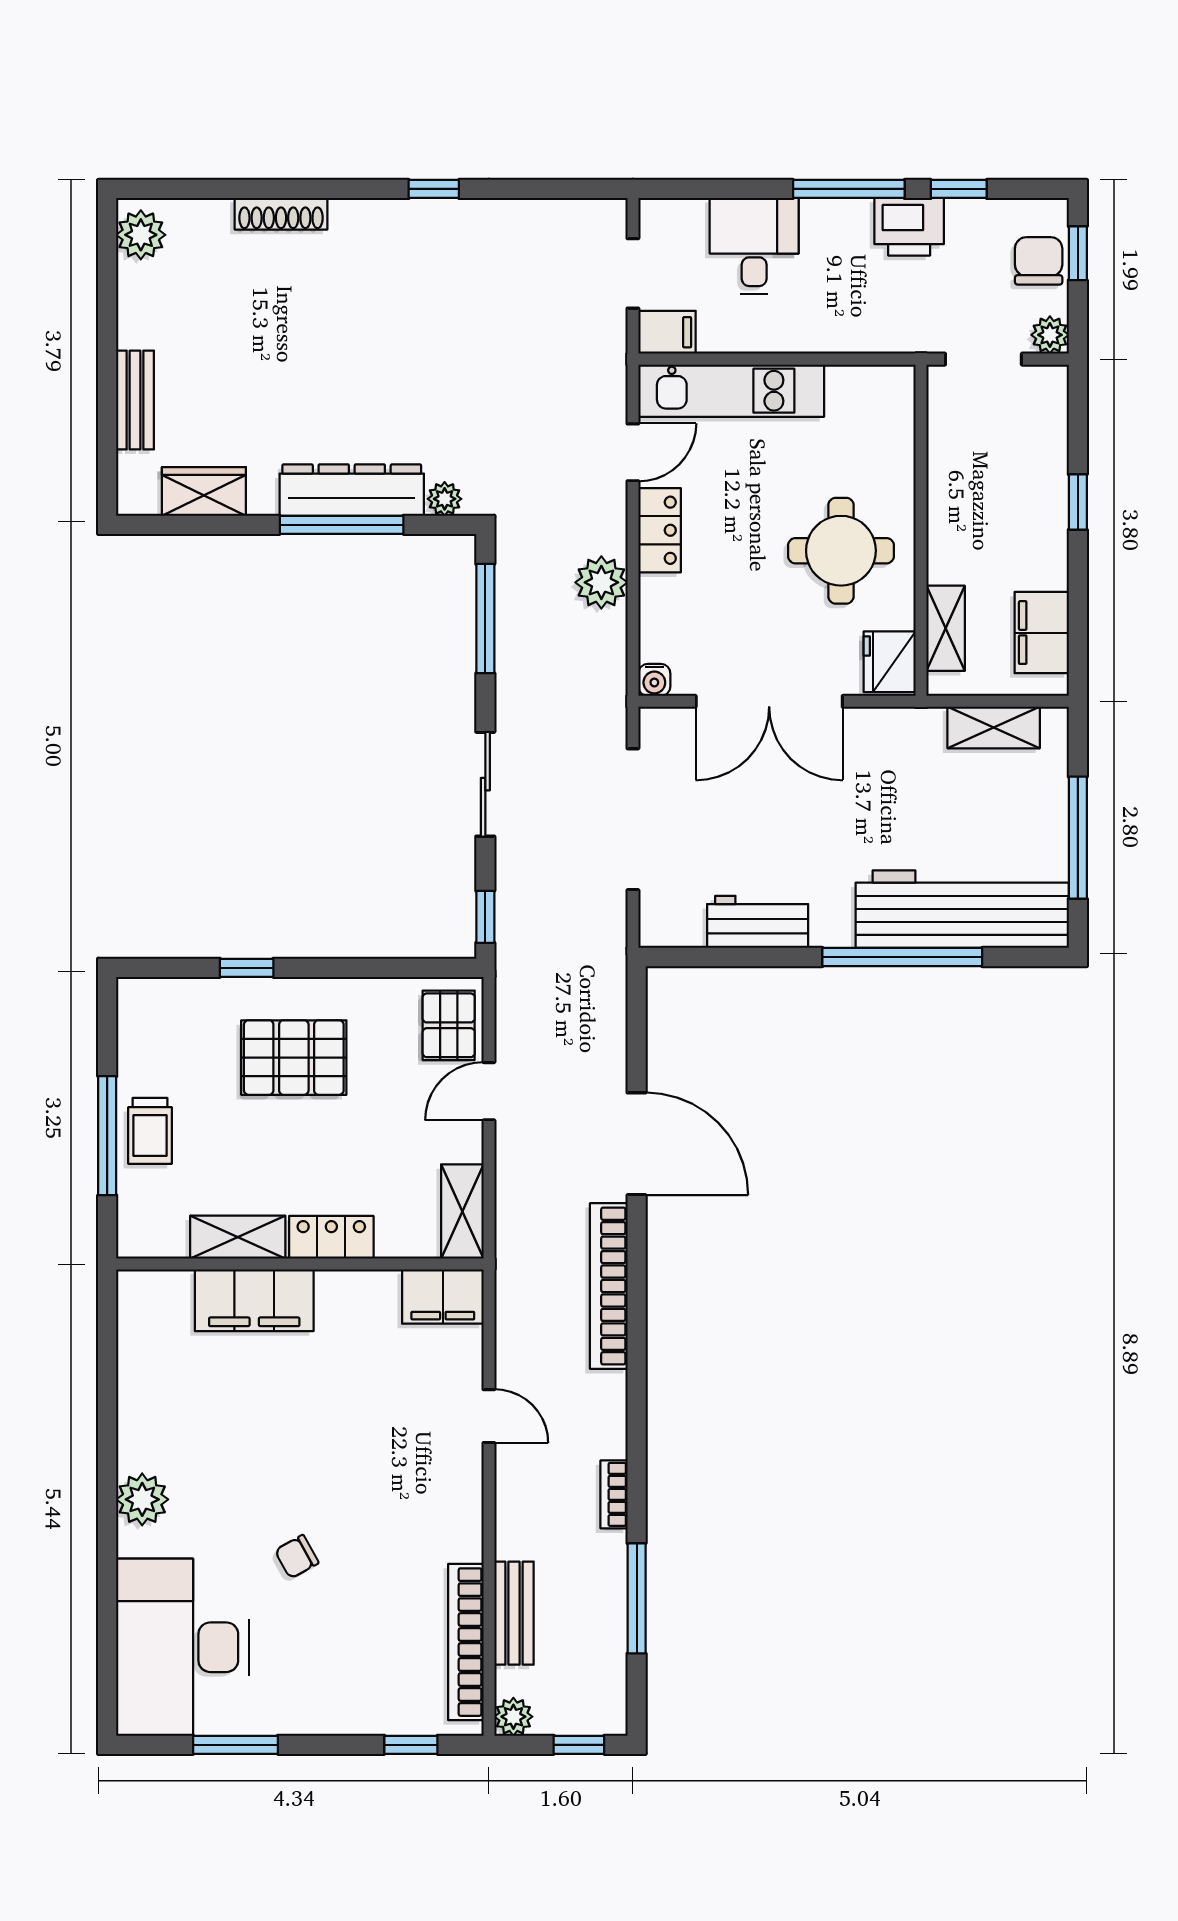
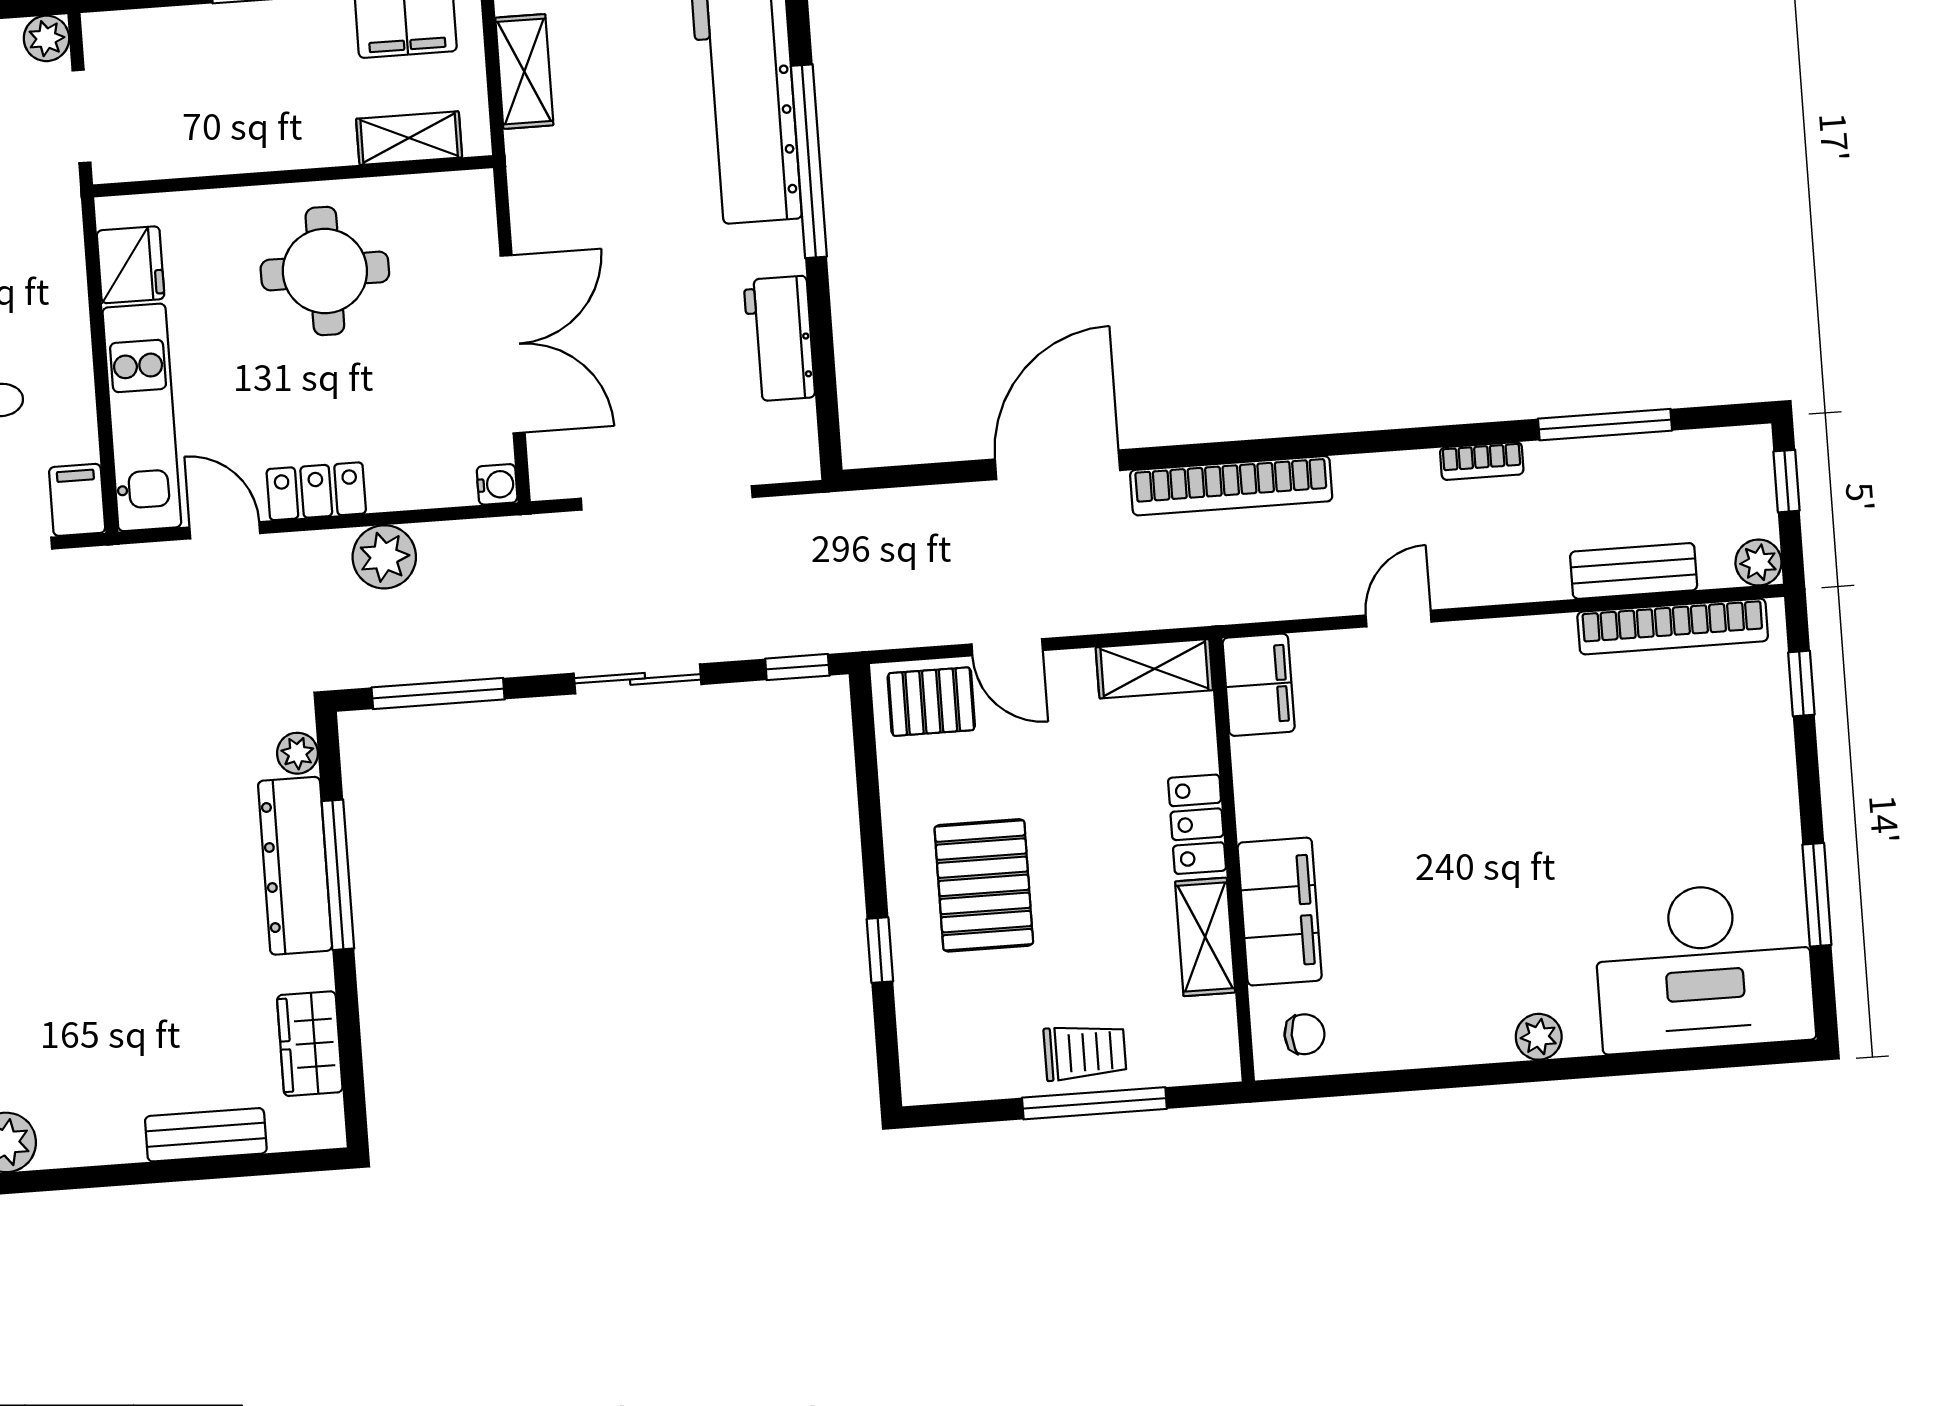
fridge: (890, 662) -> (131, 265), moved, turned -90
plant: (142, 1499) -> (1539, 1037), width x0.73, depth x0.73
chair: (297, 1557) -> (1304, 1034), moved, turned -61

